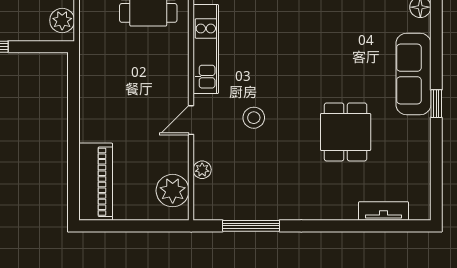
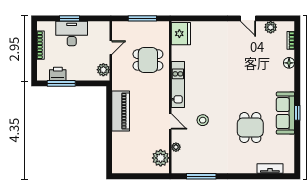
sofa: (413, 74) -> (285, 113), moved
door: (191, 120) -> (170, 121), swing flipped
piano: (96, 182) -> (121, 111), moved

